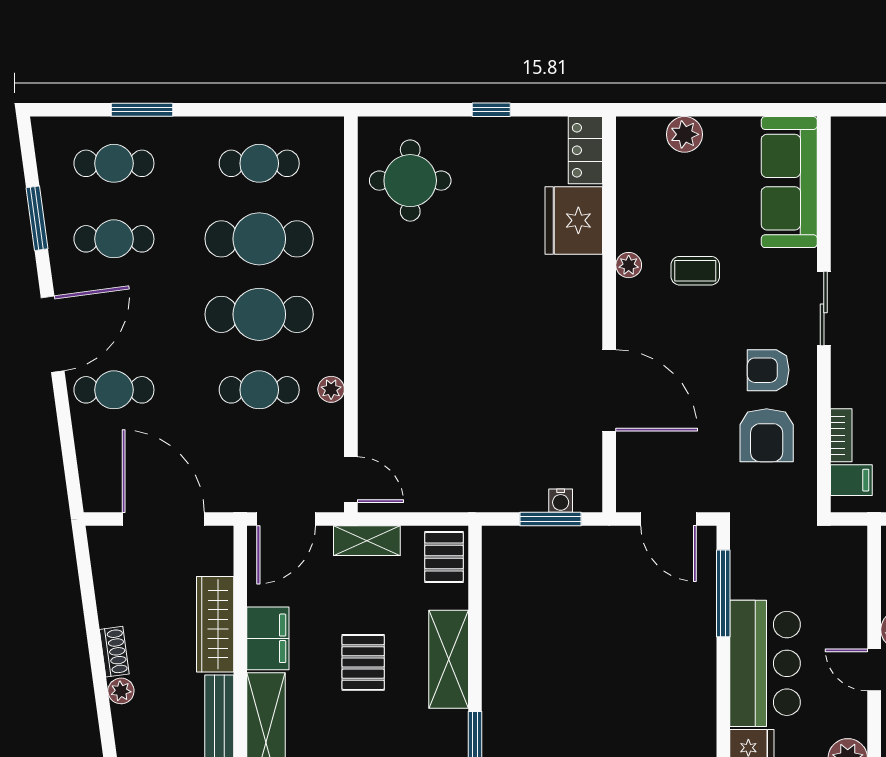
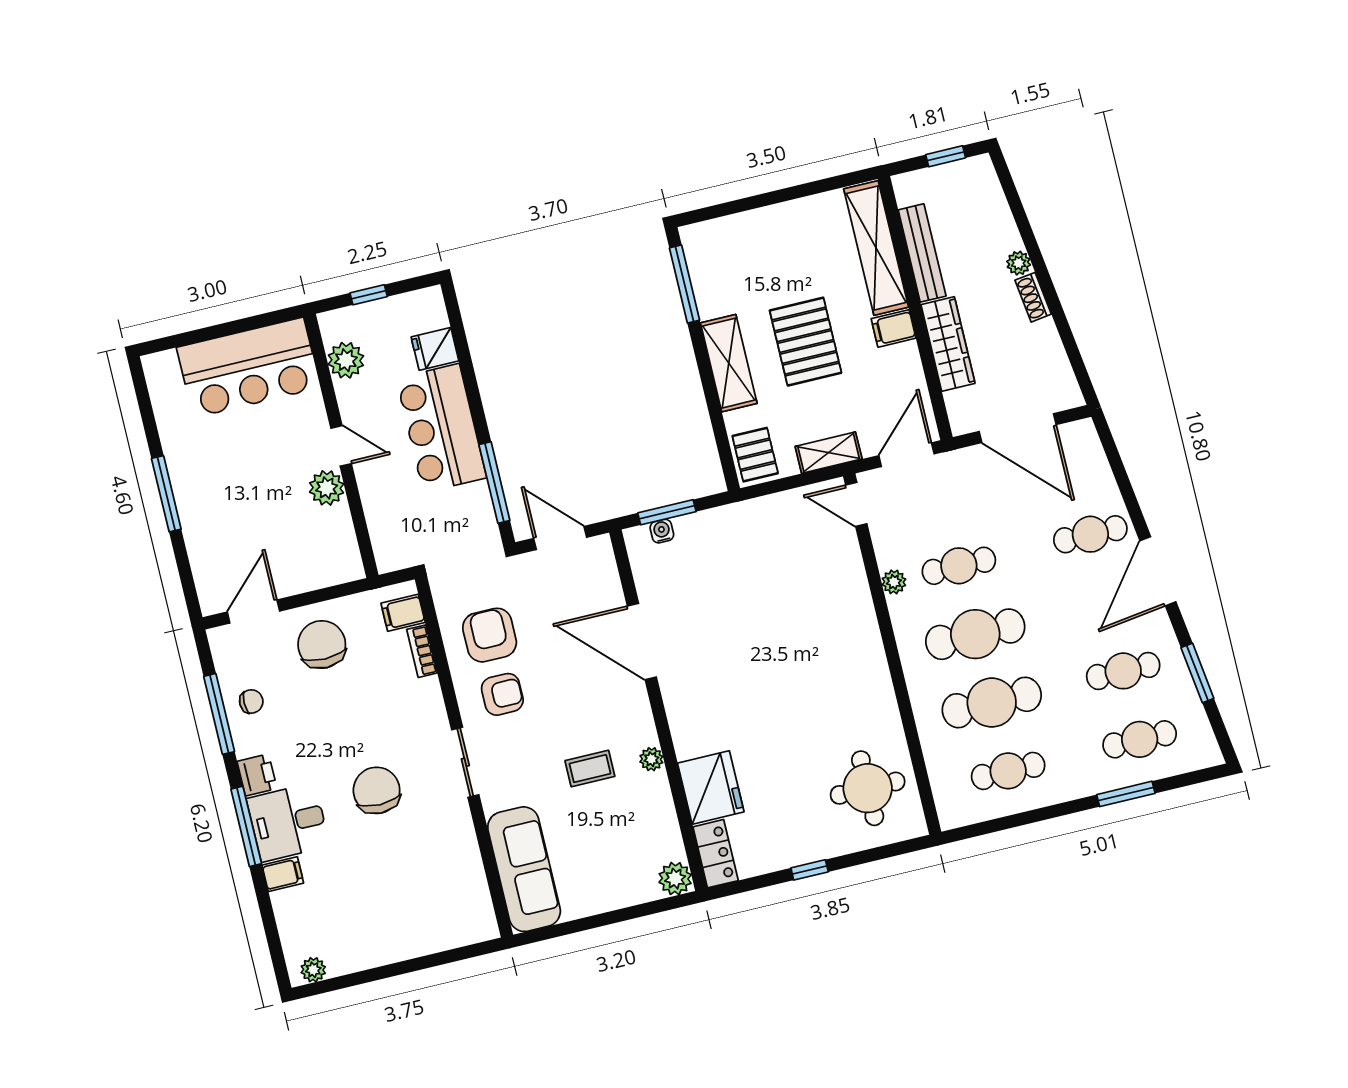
plant: (684, 134) -> (675, 879), moved
filing cabinet: (268, 638) -> (893, 328), width x0.50
pallet: (363, 662) -> (806, 342), width x1.50, depth x1.42

